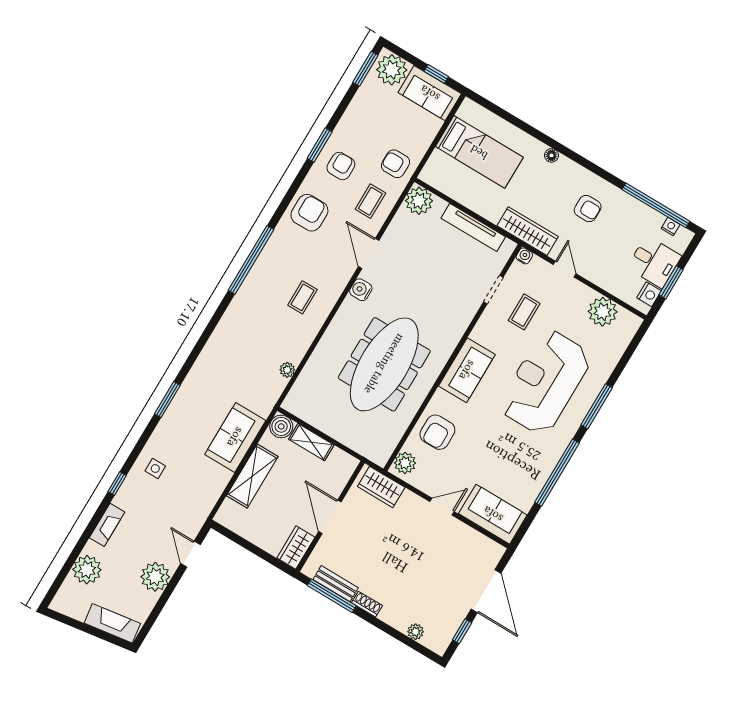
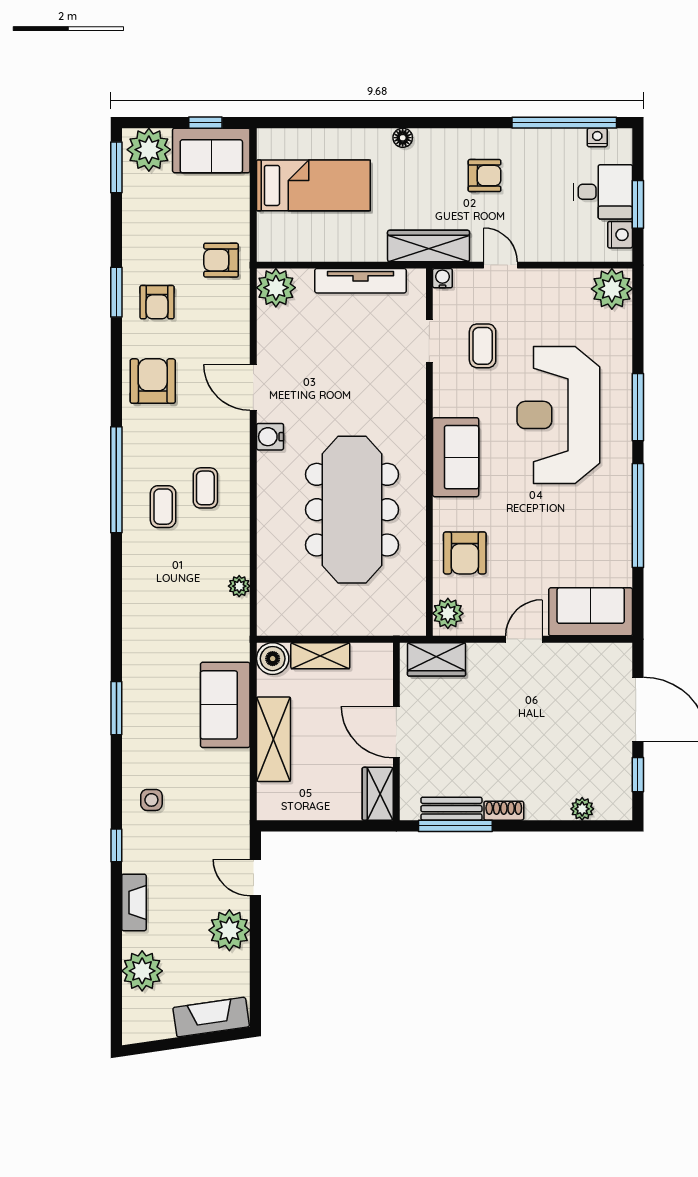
armchair: (341, 166) -> (157, 302), turned 180
coffee table: (370, 201) -> (163, 507), moved
plant: (603, 312) -> (612, 289), moved

